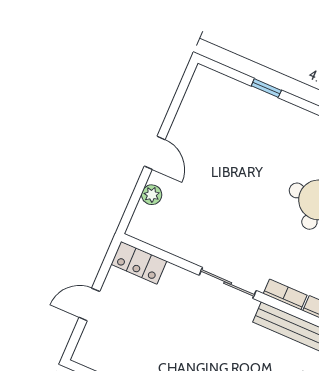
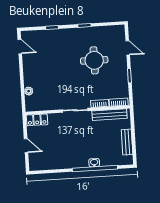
door: (155, 153) -> (20, 47), moved
door: (89, 304) -> (26, 146), swing flipped

